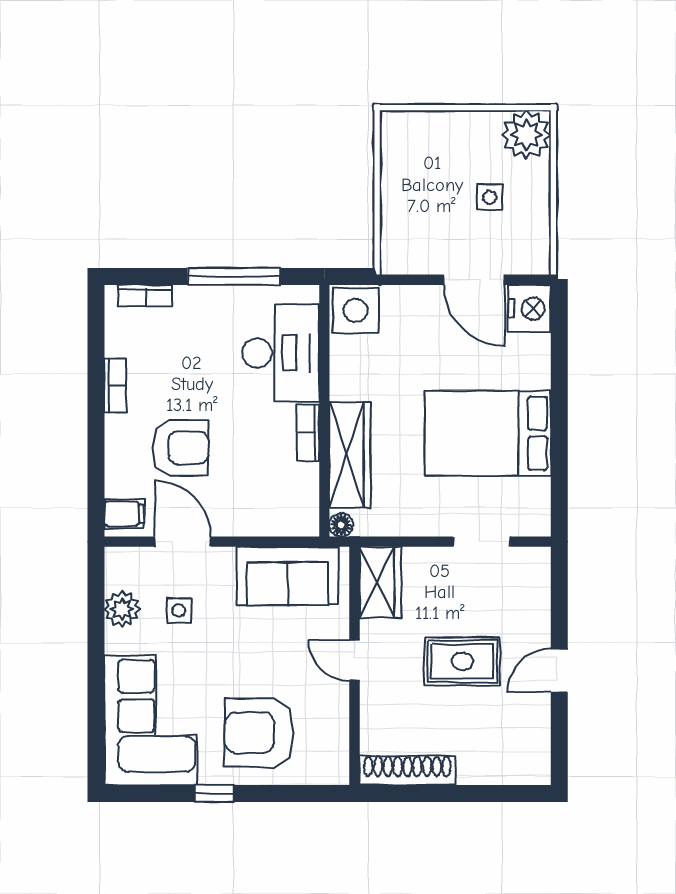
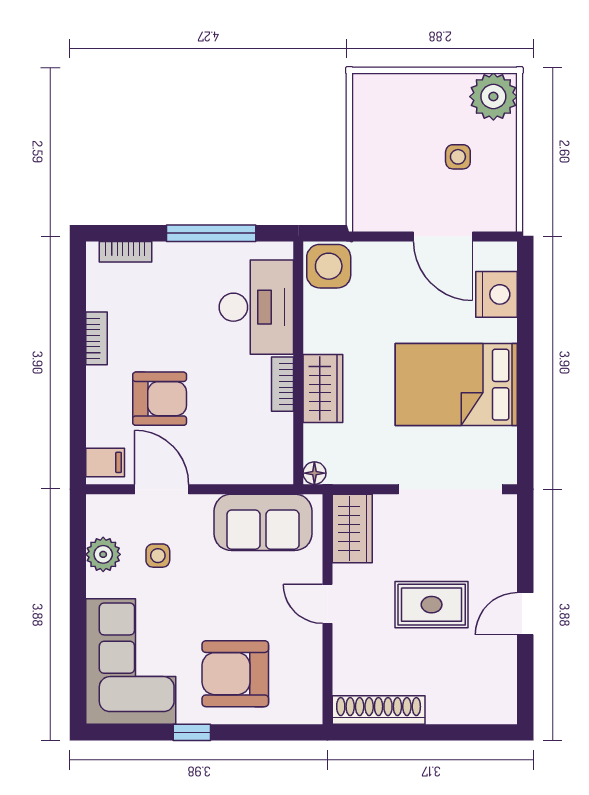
nightstand: (530, 309) -> (496, 294), moved
wardrobe: (350, 455) -> (323, 388), width x0.67
doorway: (482, 542) -> (450, 489), width x1.88

